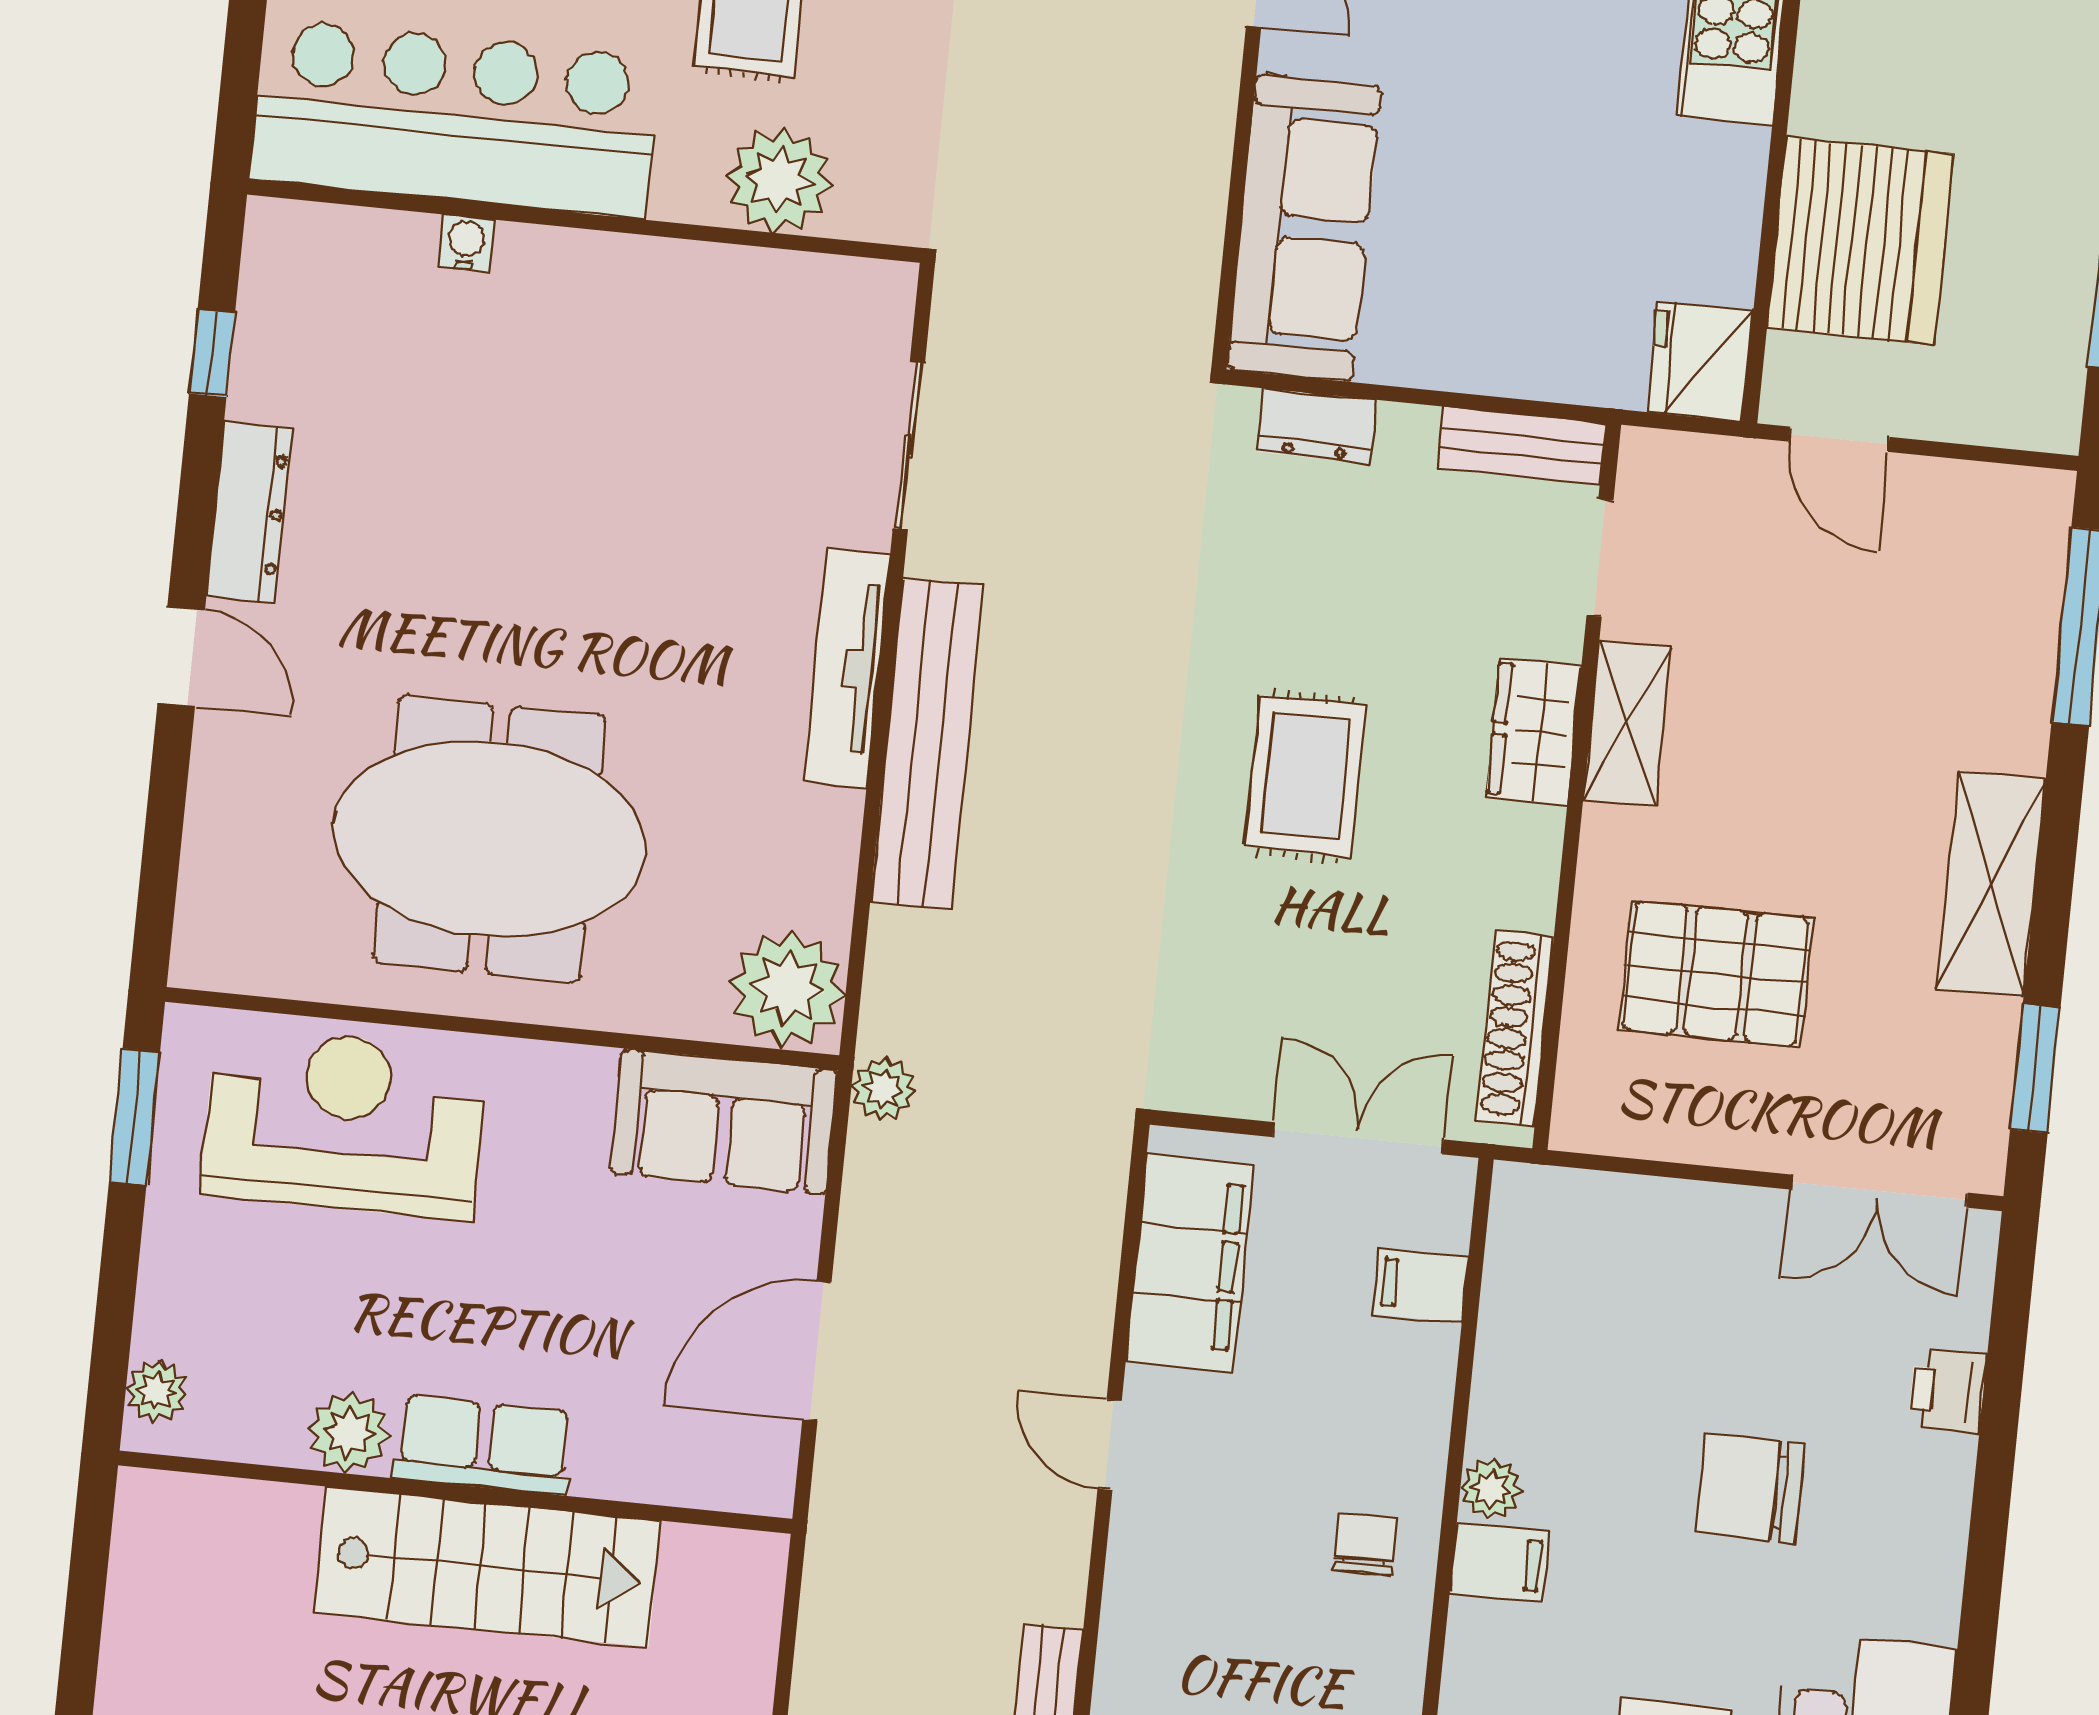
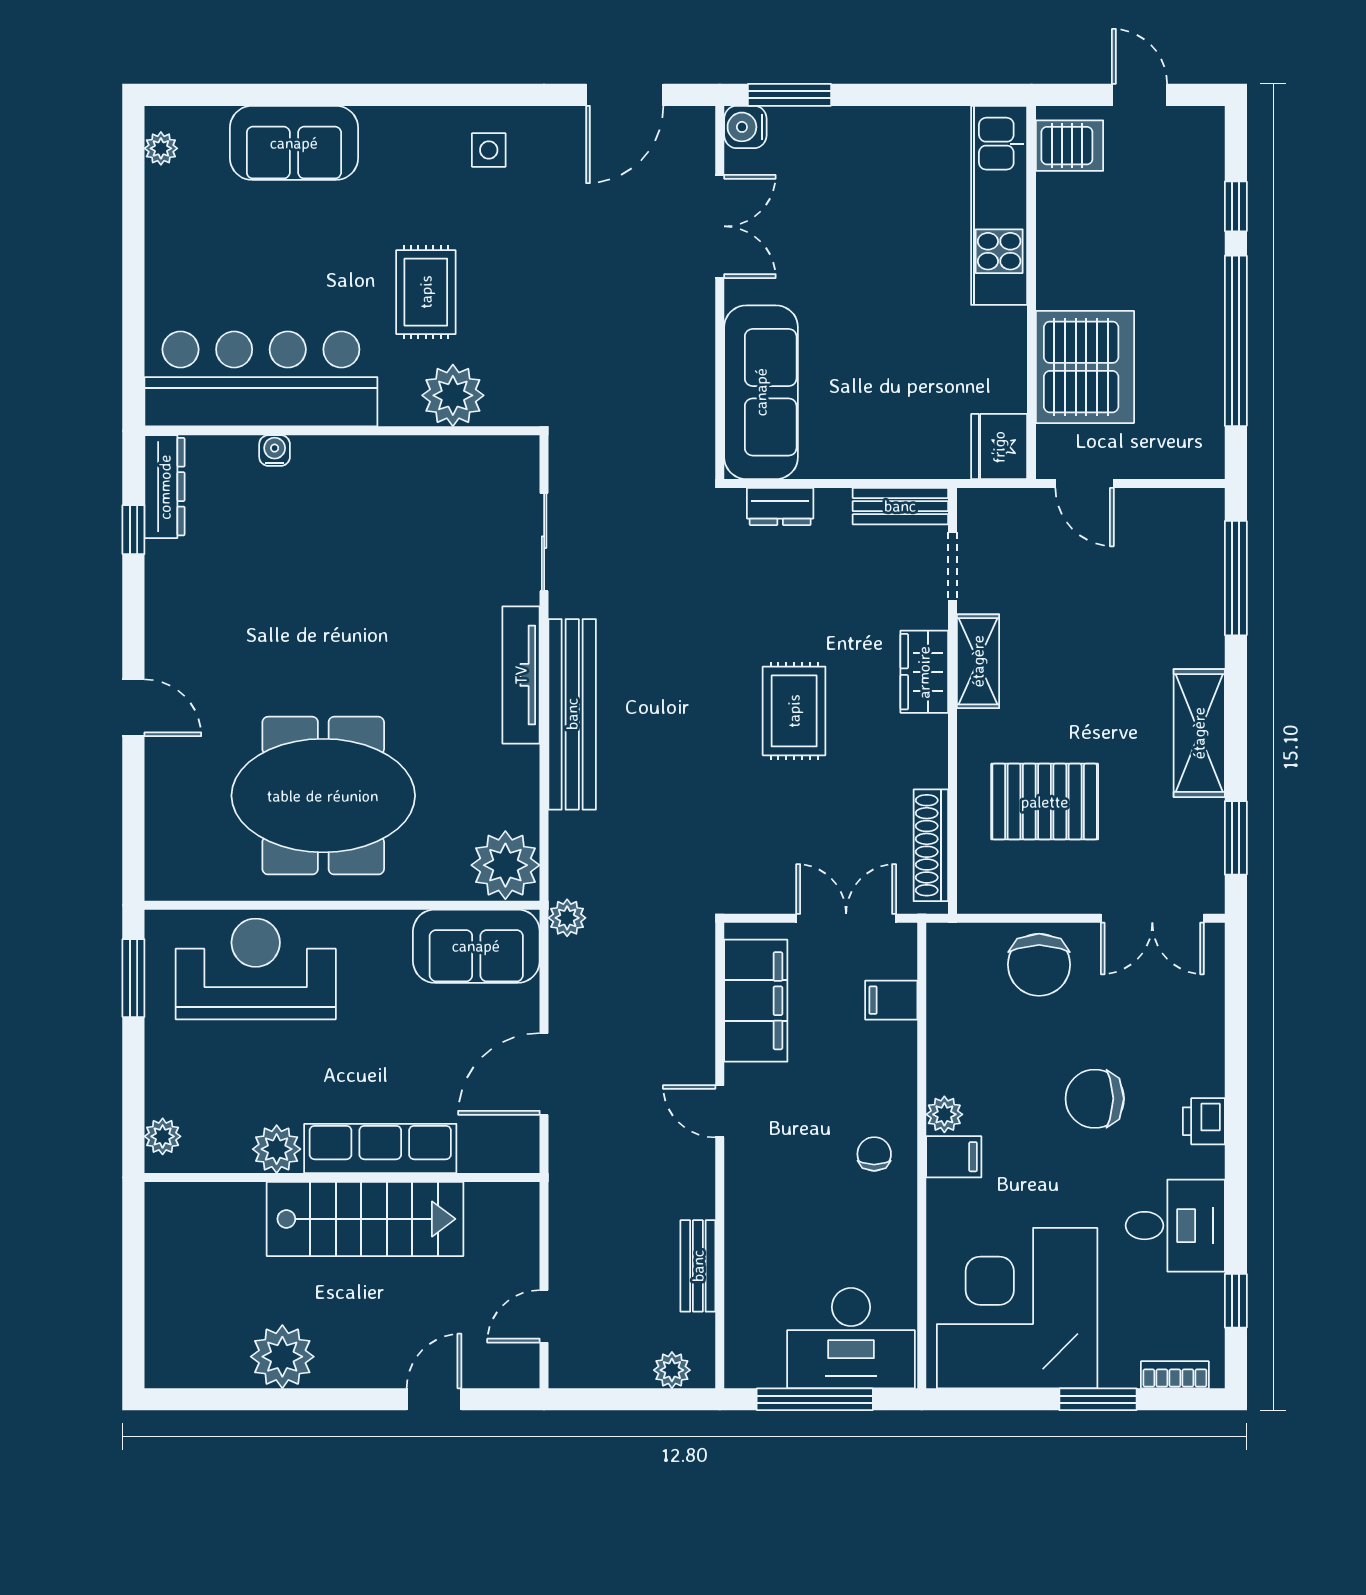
dresser: (249, 512) -> (165, 487), moved
chair: (1678, 1251) -> (1039, 965), added
printer: (1948, 1390) -> (1204, 1121), moved
row of seats: (483, 1445) -> (380, 1148), width x1.48

